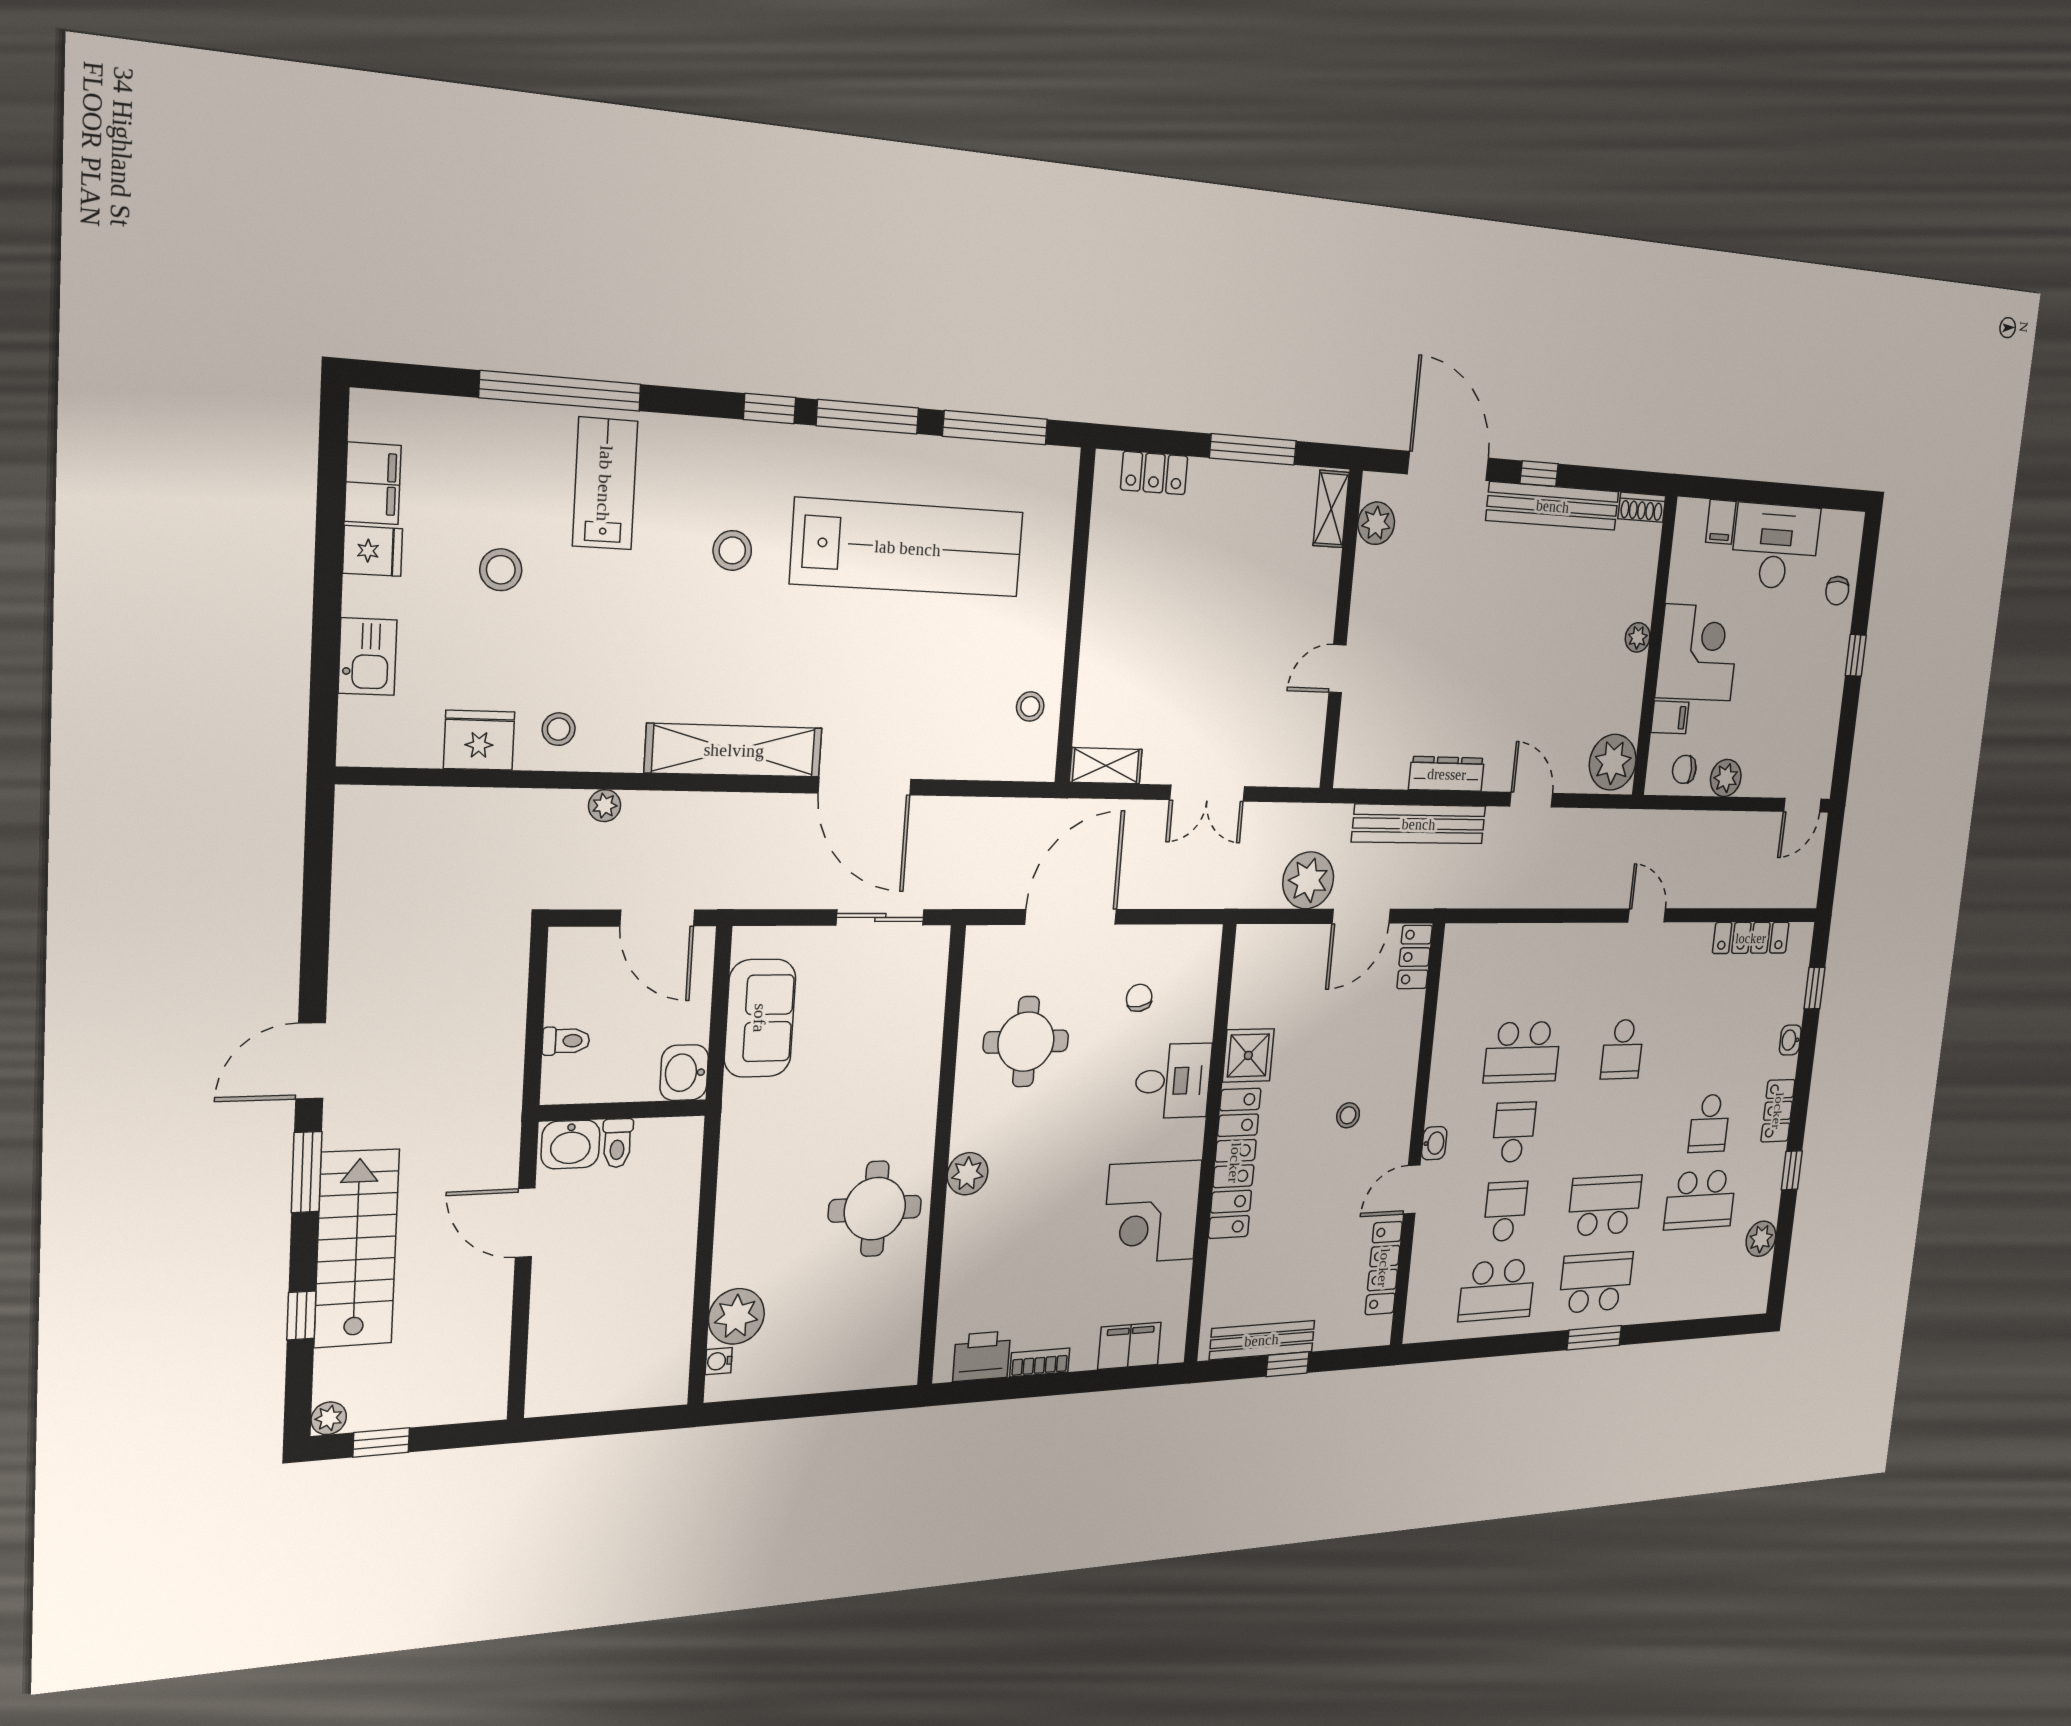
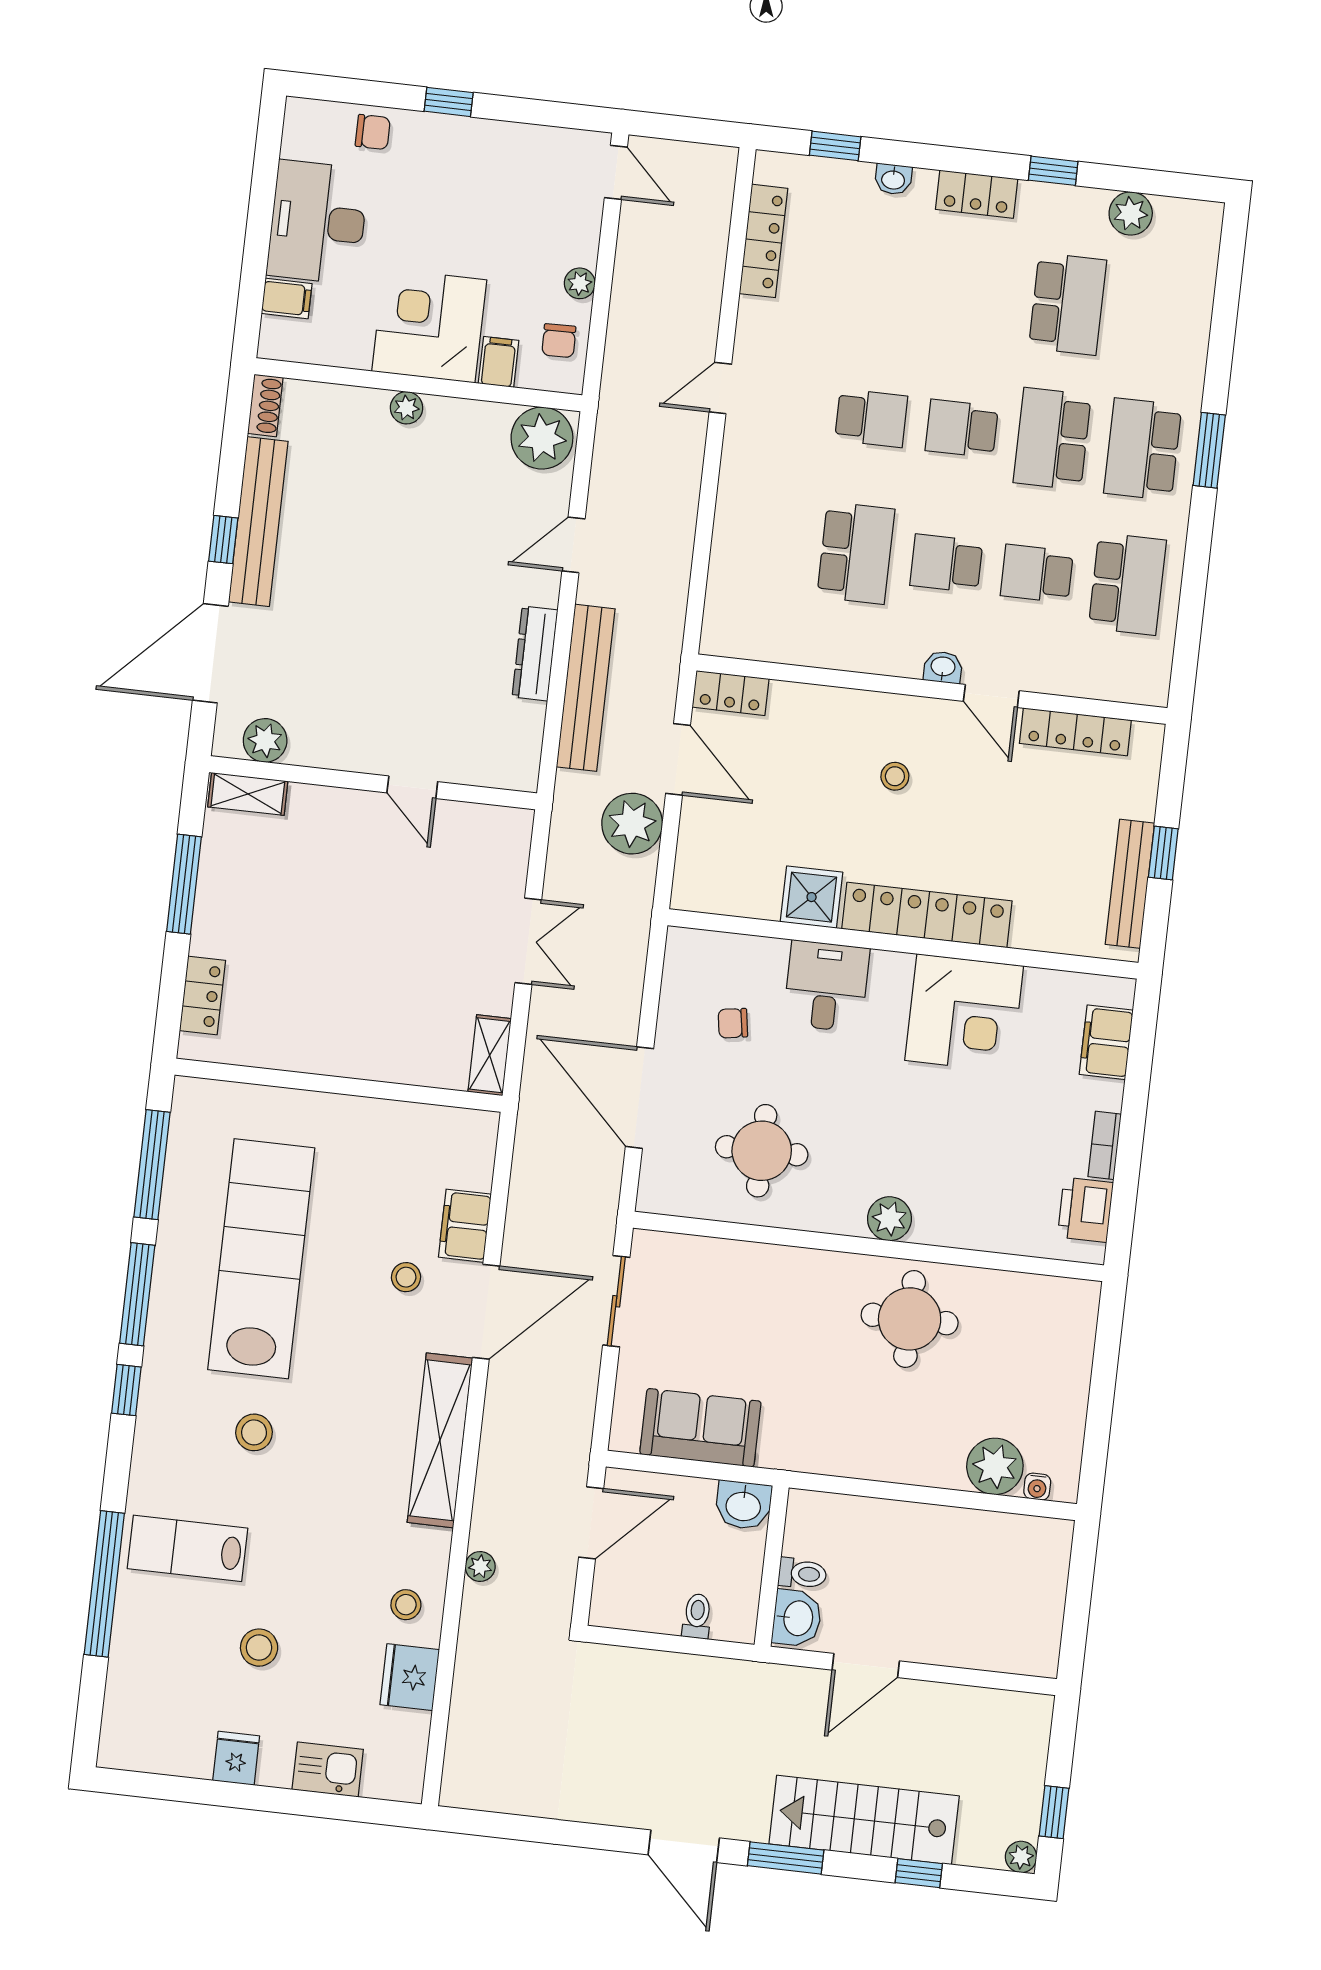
filing cabinet: (373, 483) -> (465, 1226), moved, turned -90
stool: (1030, 706) -> (406, 1277), moved
plant: (1726, 778) -> (580, 283), width x0.73, depth x0.73
school desk: (1709, 1123) -> (962, 429), moved, turned 180

